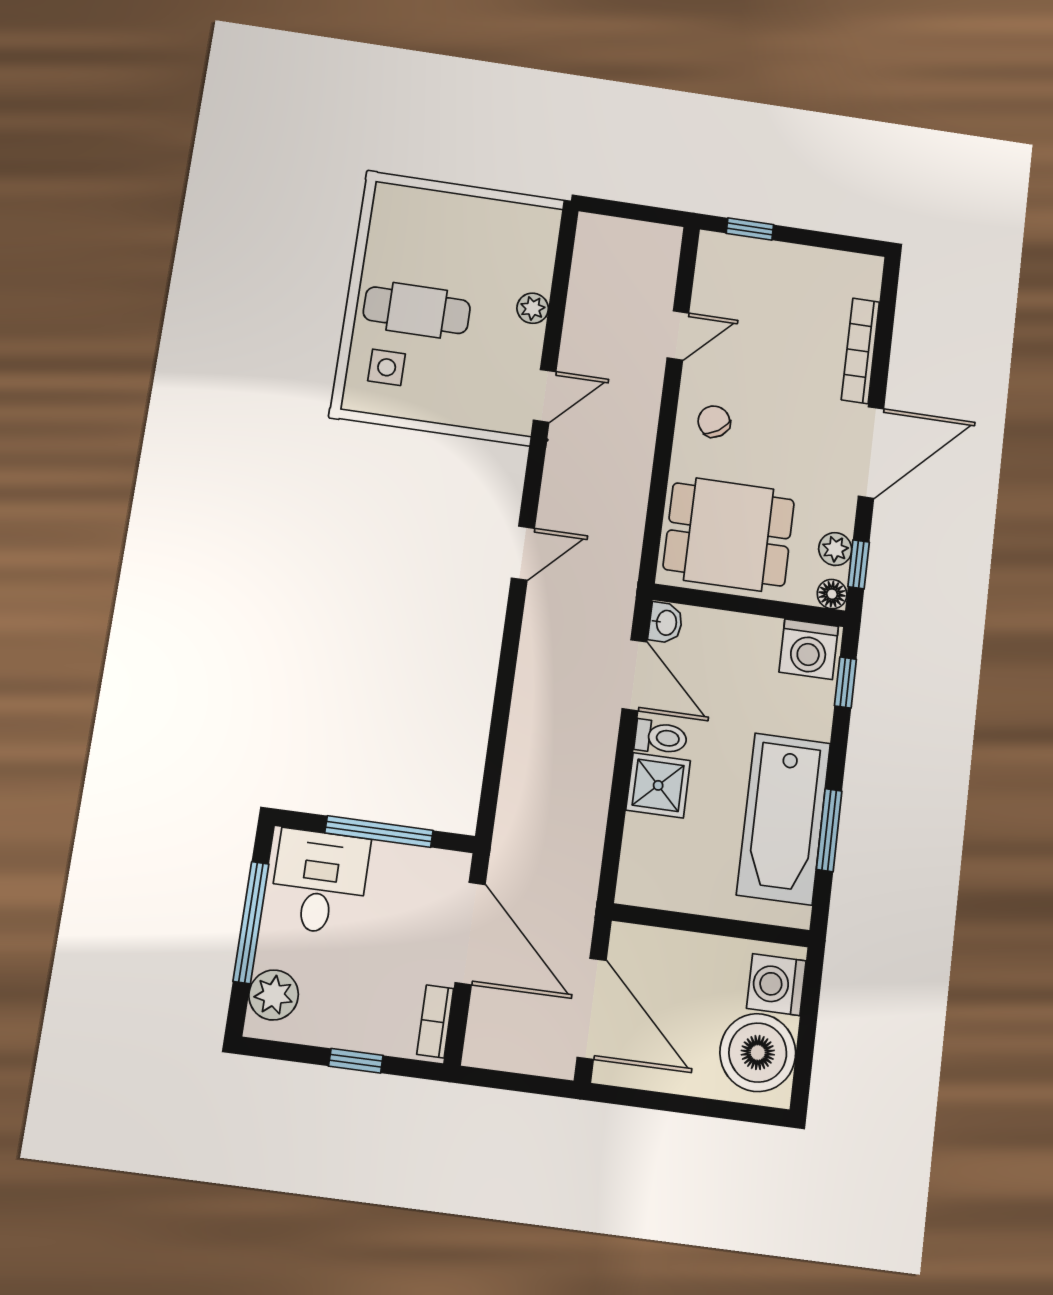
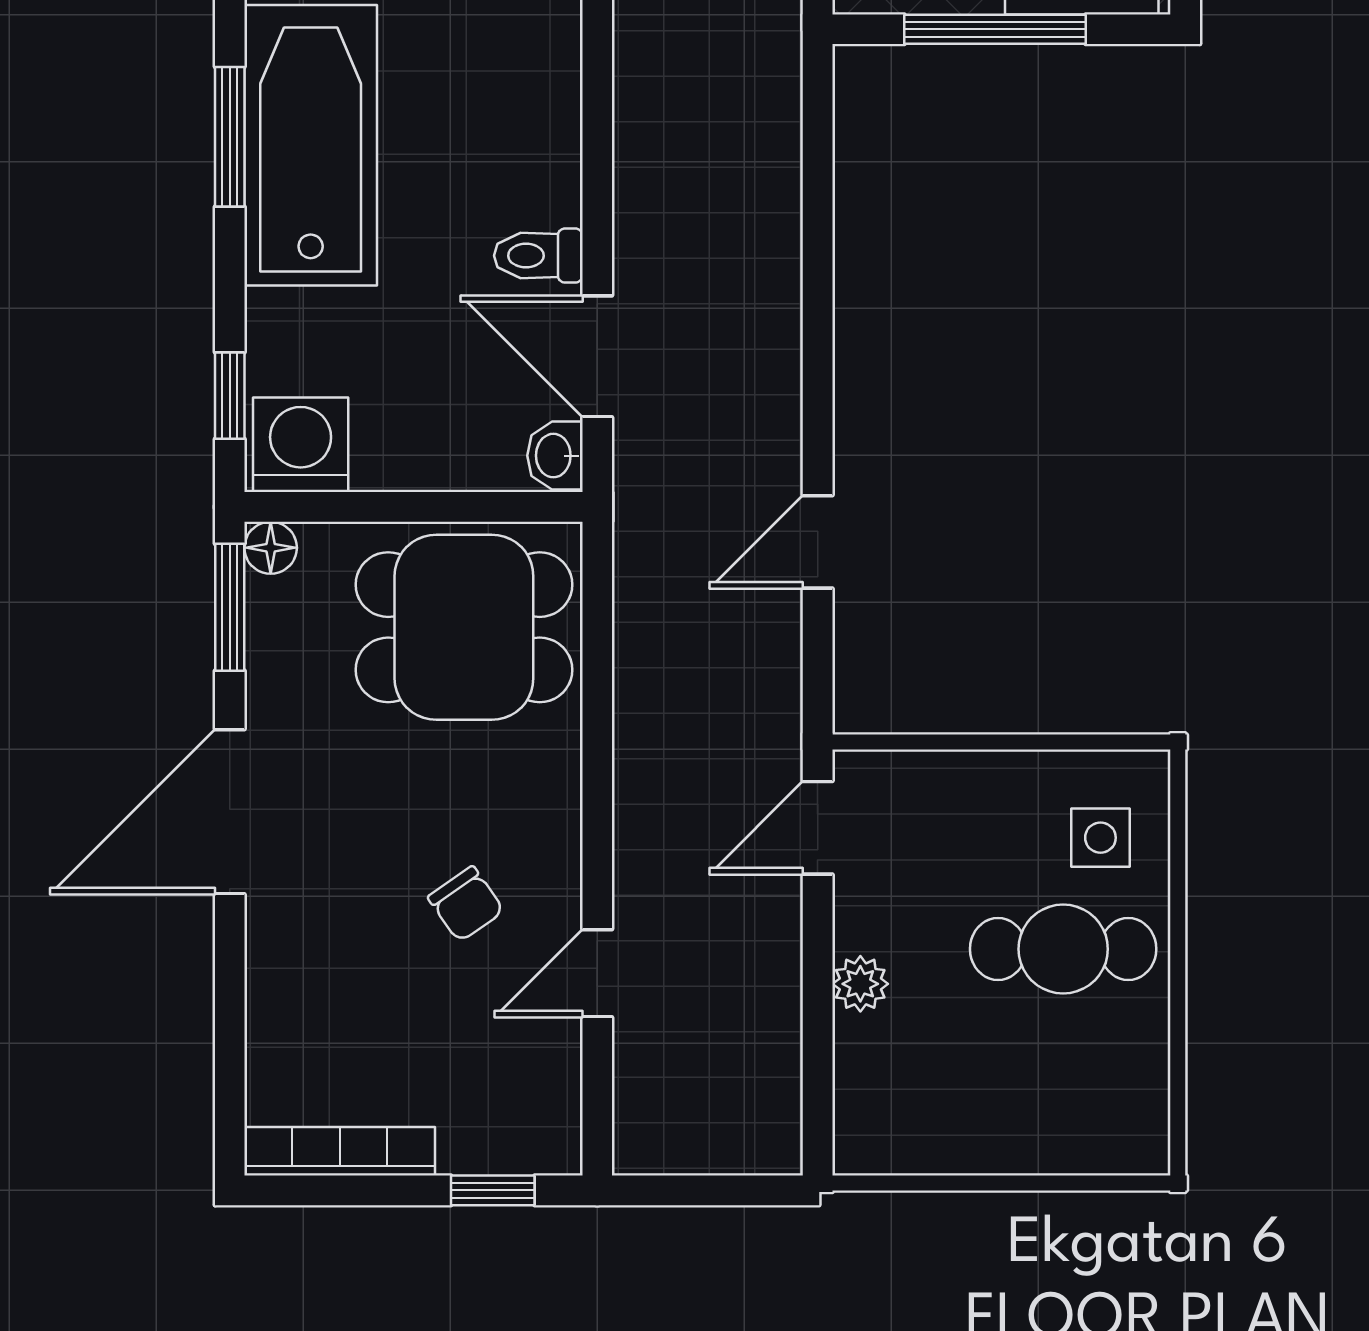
bookcase: (860, 351) -> (340, 1151), moved, turned -90
chair: (714, 421) -> (466, 904), moved
plant: (835, 549) -> (274, 629), removed
window: (859, 564) -> (230, 607), width x1.50
shower: (658, 785) -> (533, 173), removed

